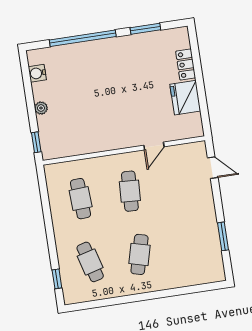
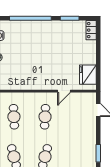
locker: (186, 65) -> (91, 30), moved
fridge: (185, 98) -> (88, 75), moved

